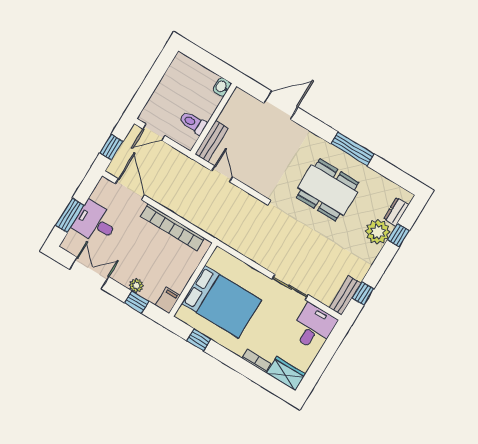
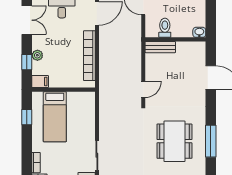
door: (222, 174) -> (143, 89), moved
bed: (221, 302) -> (55, 117), width x0.67

